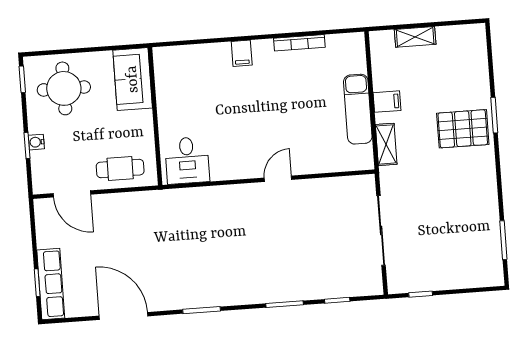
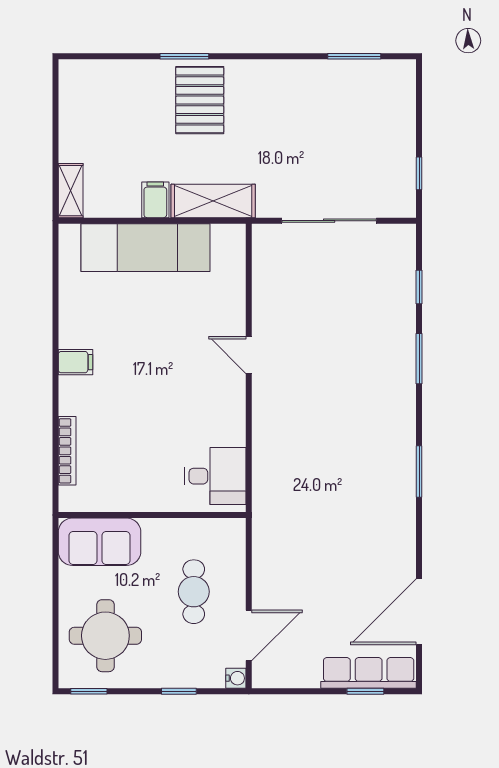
shelving: (415, 37) -> (71, 191), moved
bookcase: (299, 43) -> (67, 451), moved
filing cabinet: (242, 53) -> (75, 362), moved
exam couch: (358, 109) -> (146, 248), width x1.36, depth x1.45
water cooler: (36, 142) -> (236, 678), moved, turned -90
shelving: (386, 144) -> (213, 201), width x1.50, depth x1.33
cafe table: (120, 169) -> (194, 592), moved
door: (124, 316) -> (419, 612), moved

